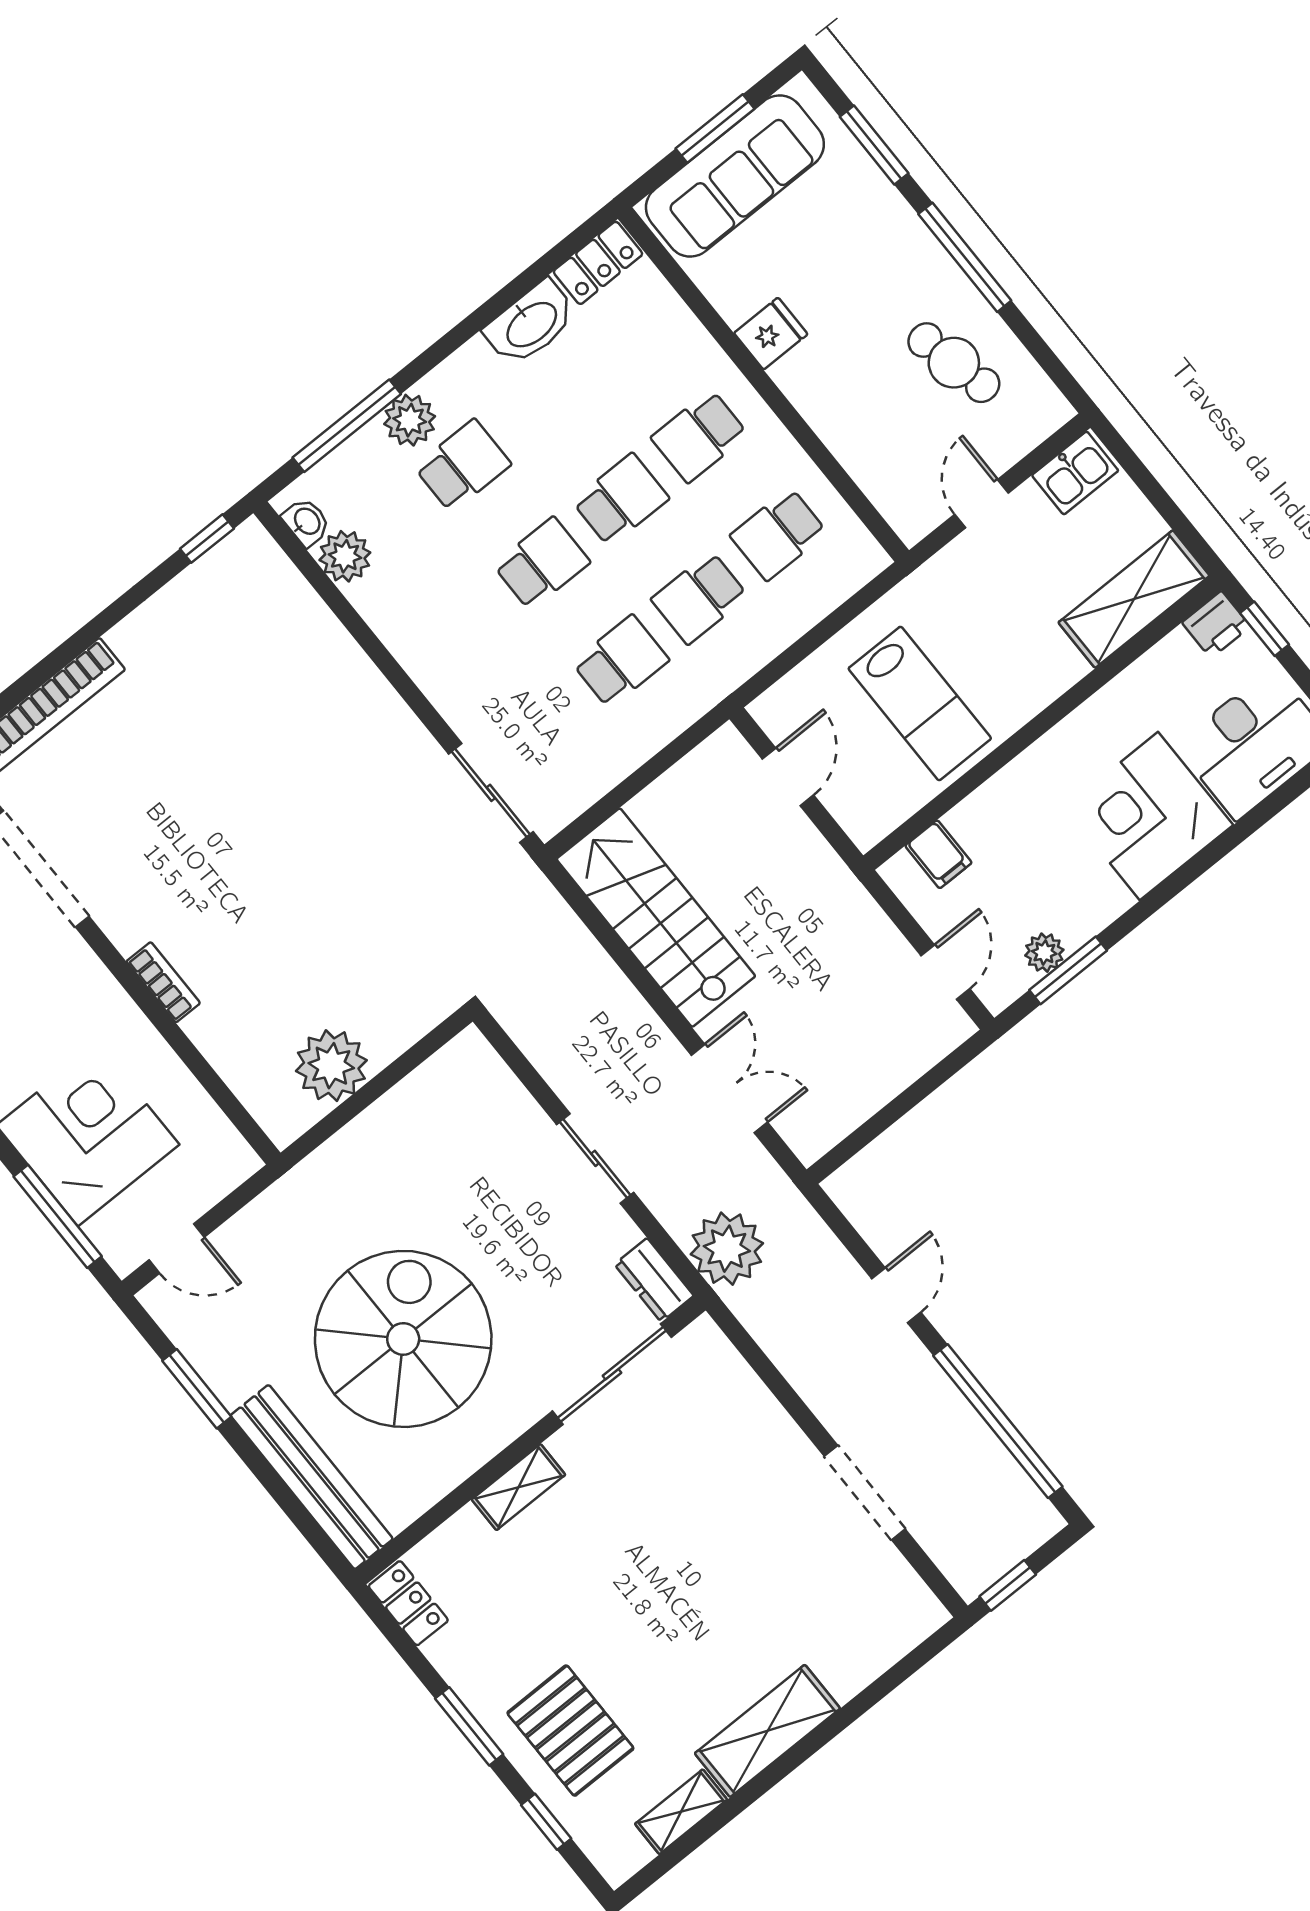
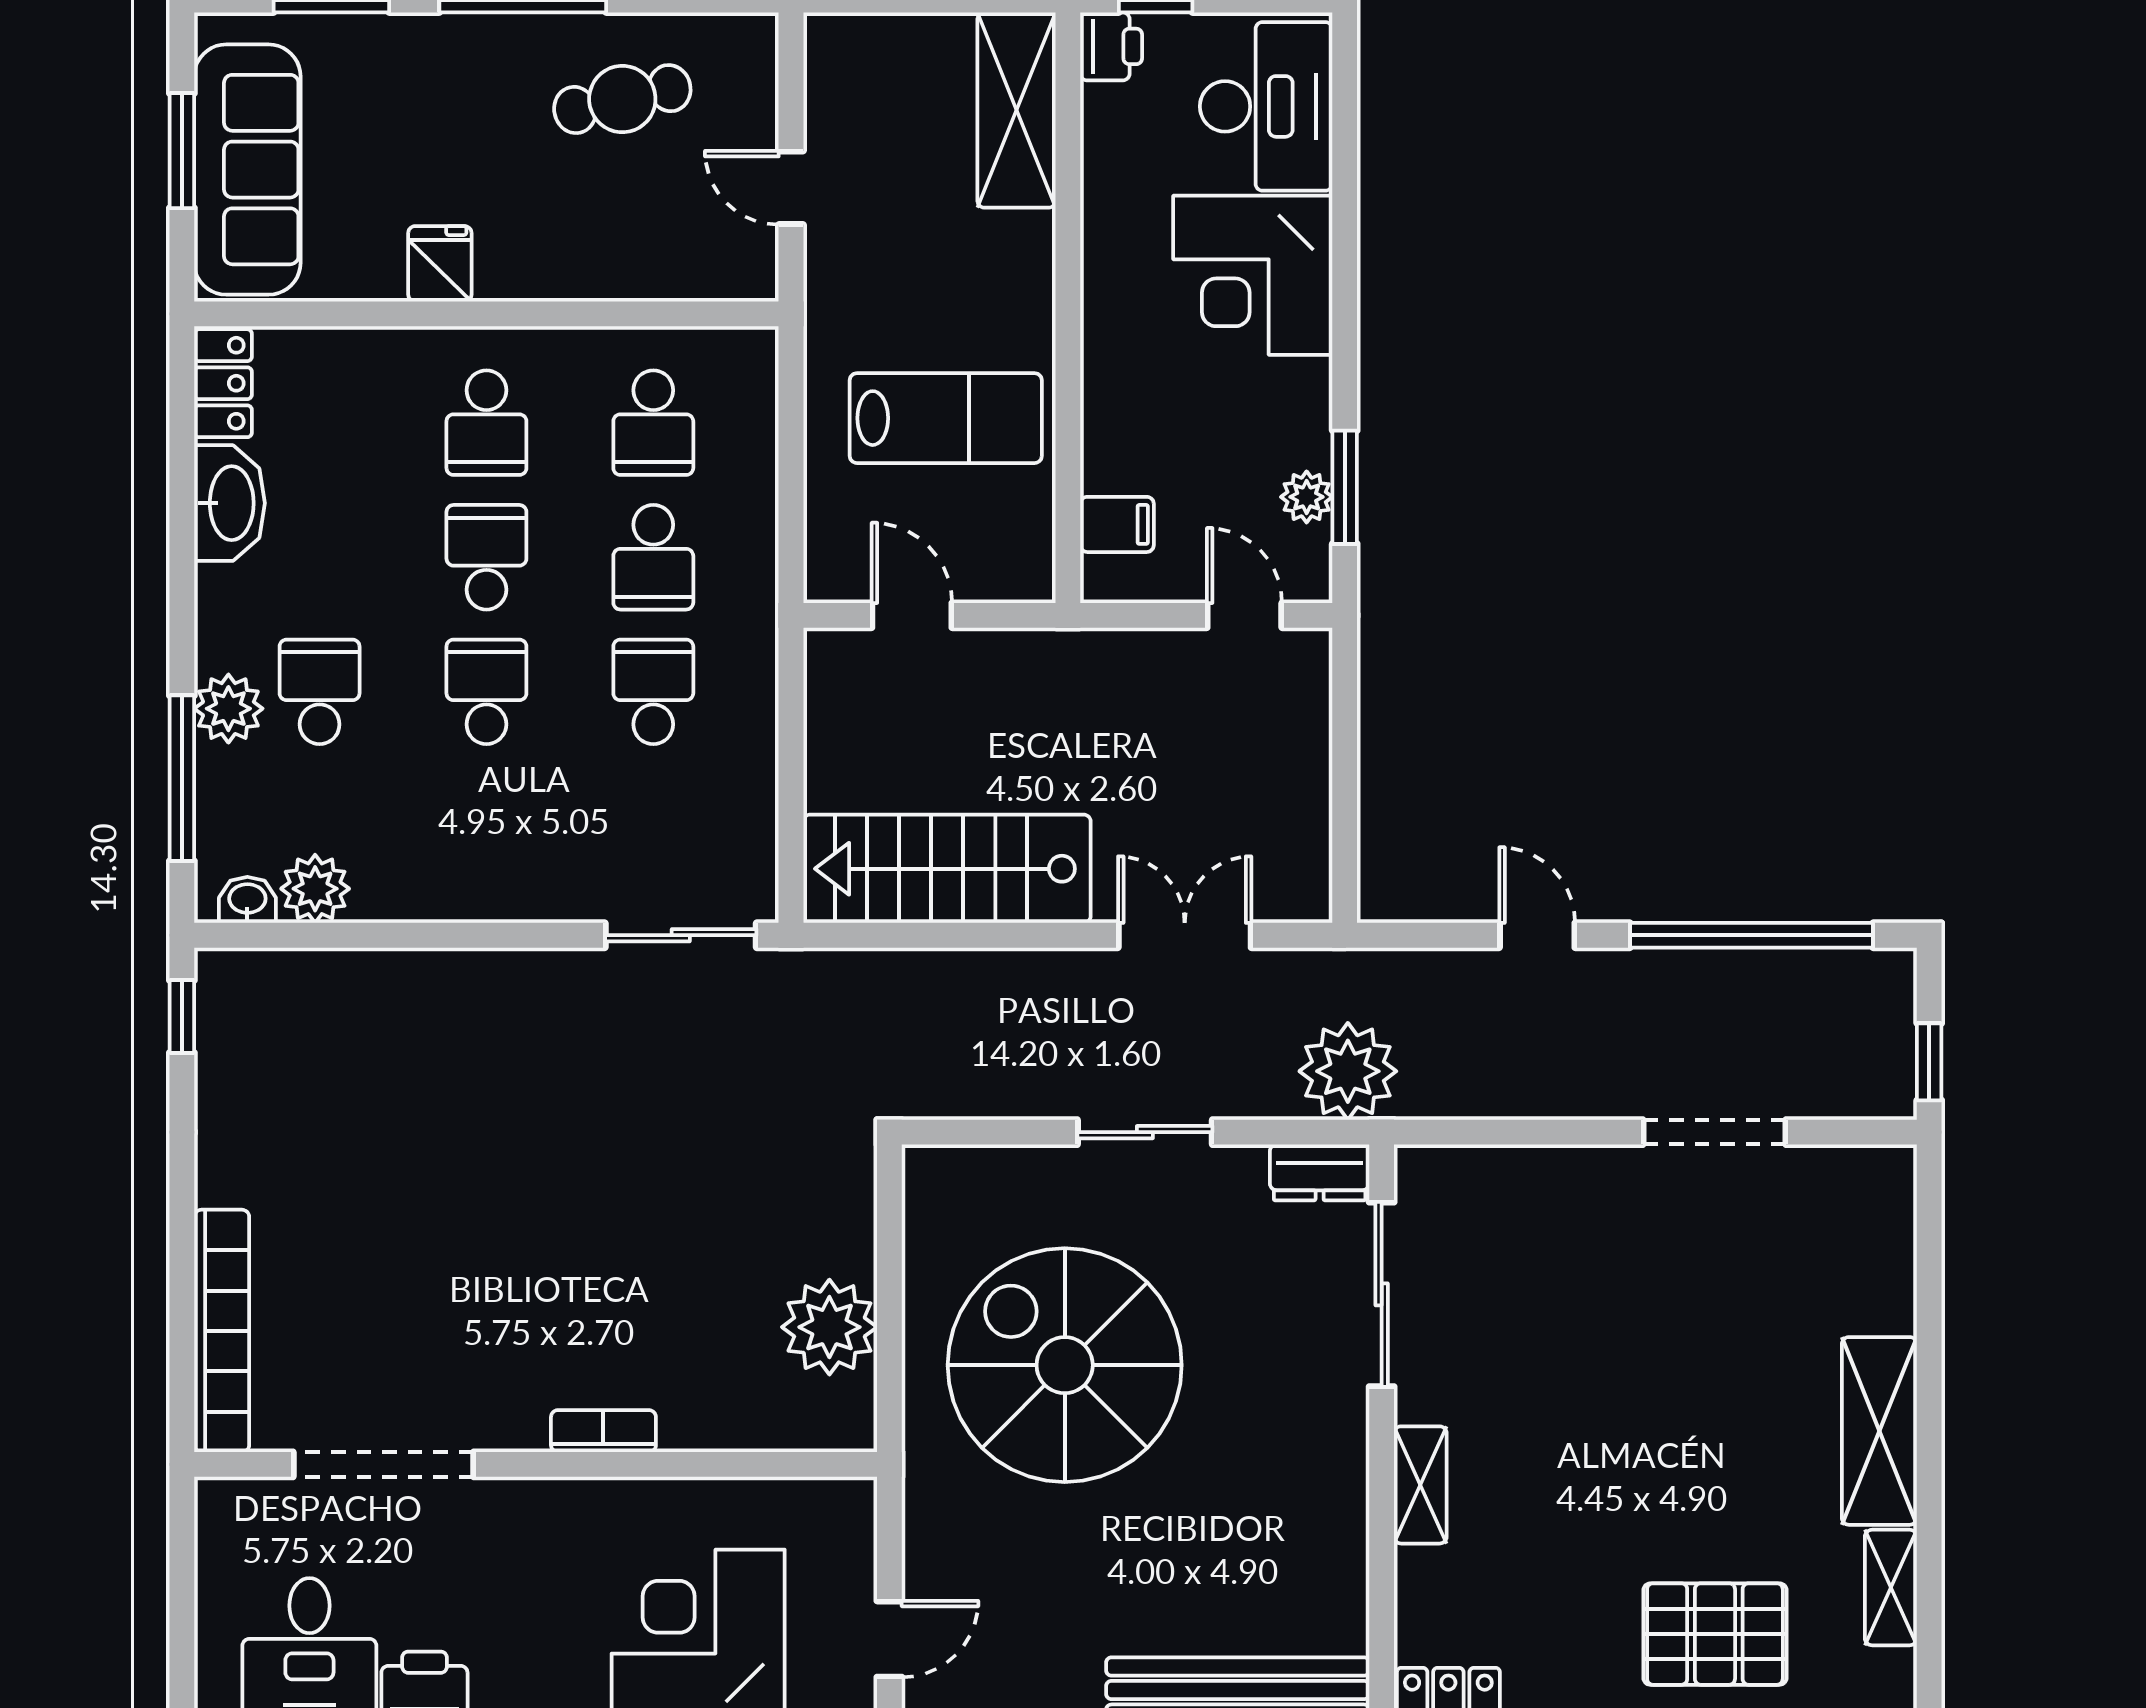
kitchen sink: (1075, 473) -> (837, 66), removed
spiral stairs: (403, 1339) -> (1065, 1365), moved

